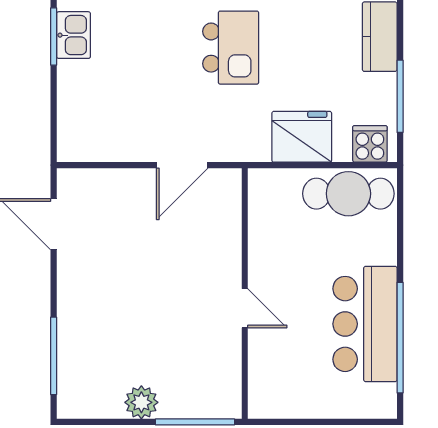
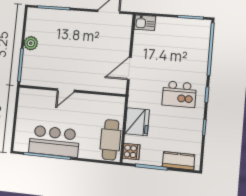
kitchen sink: (74, 35) -> (145, 23), moved
door: (182, 165) -> (129, 69), hinge flipped

